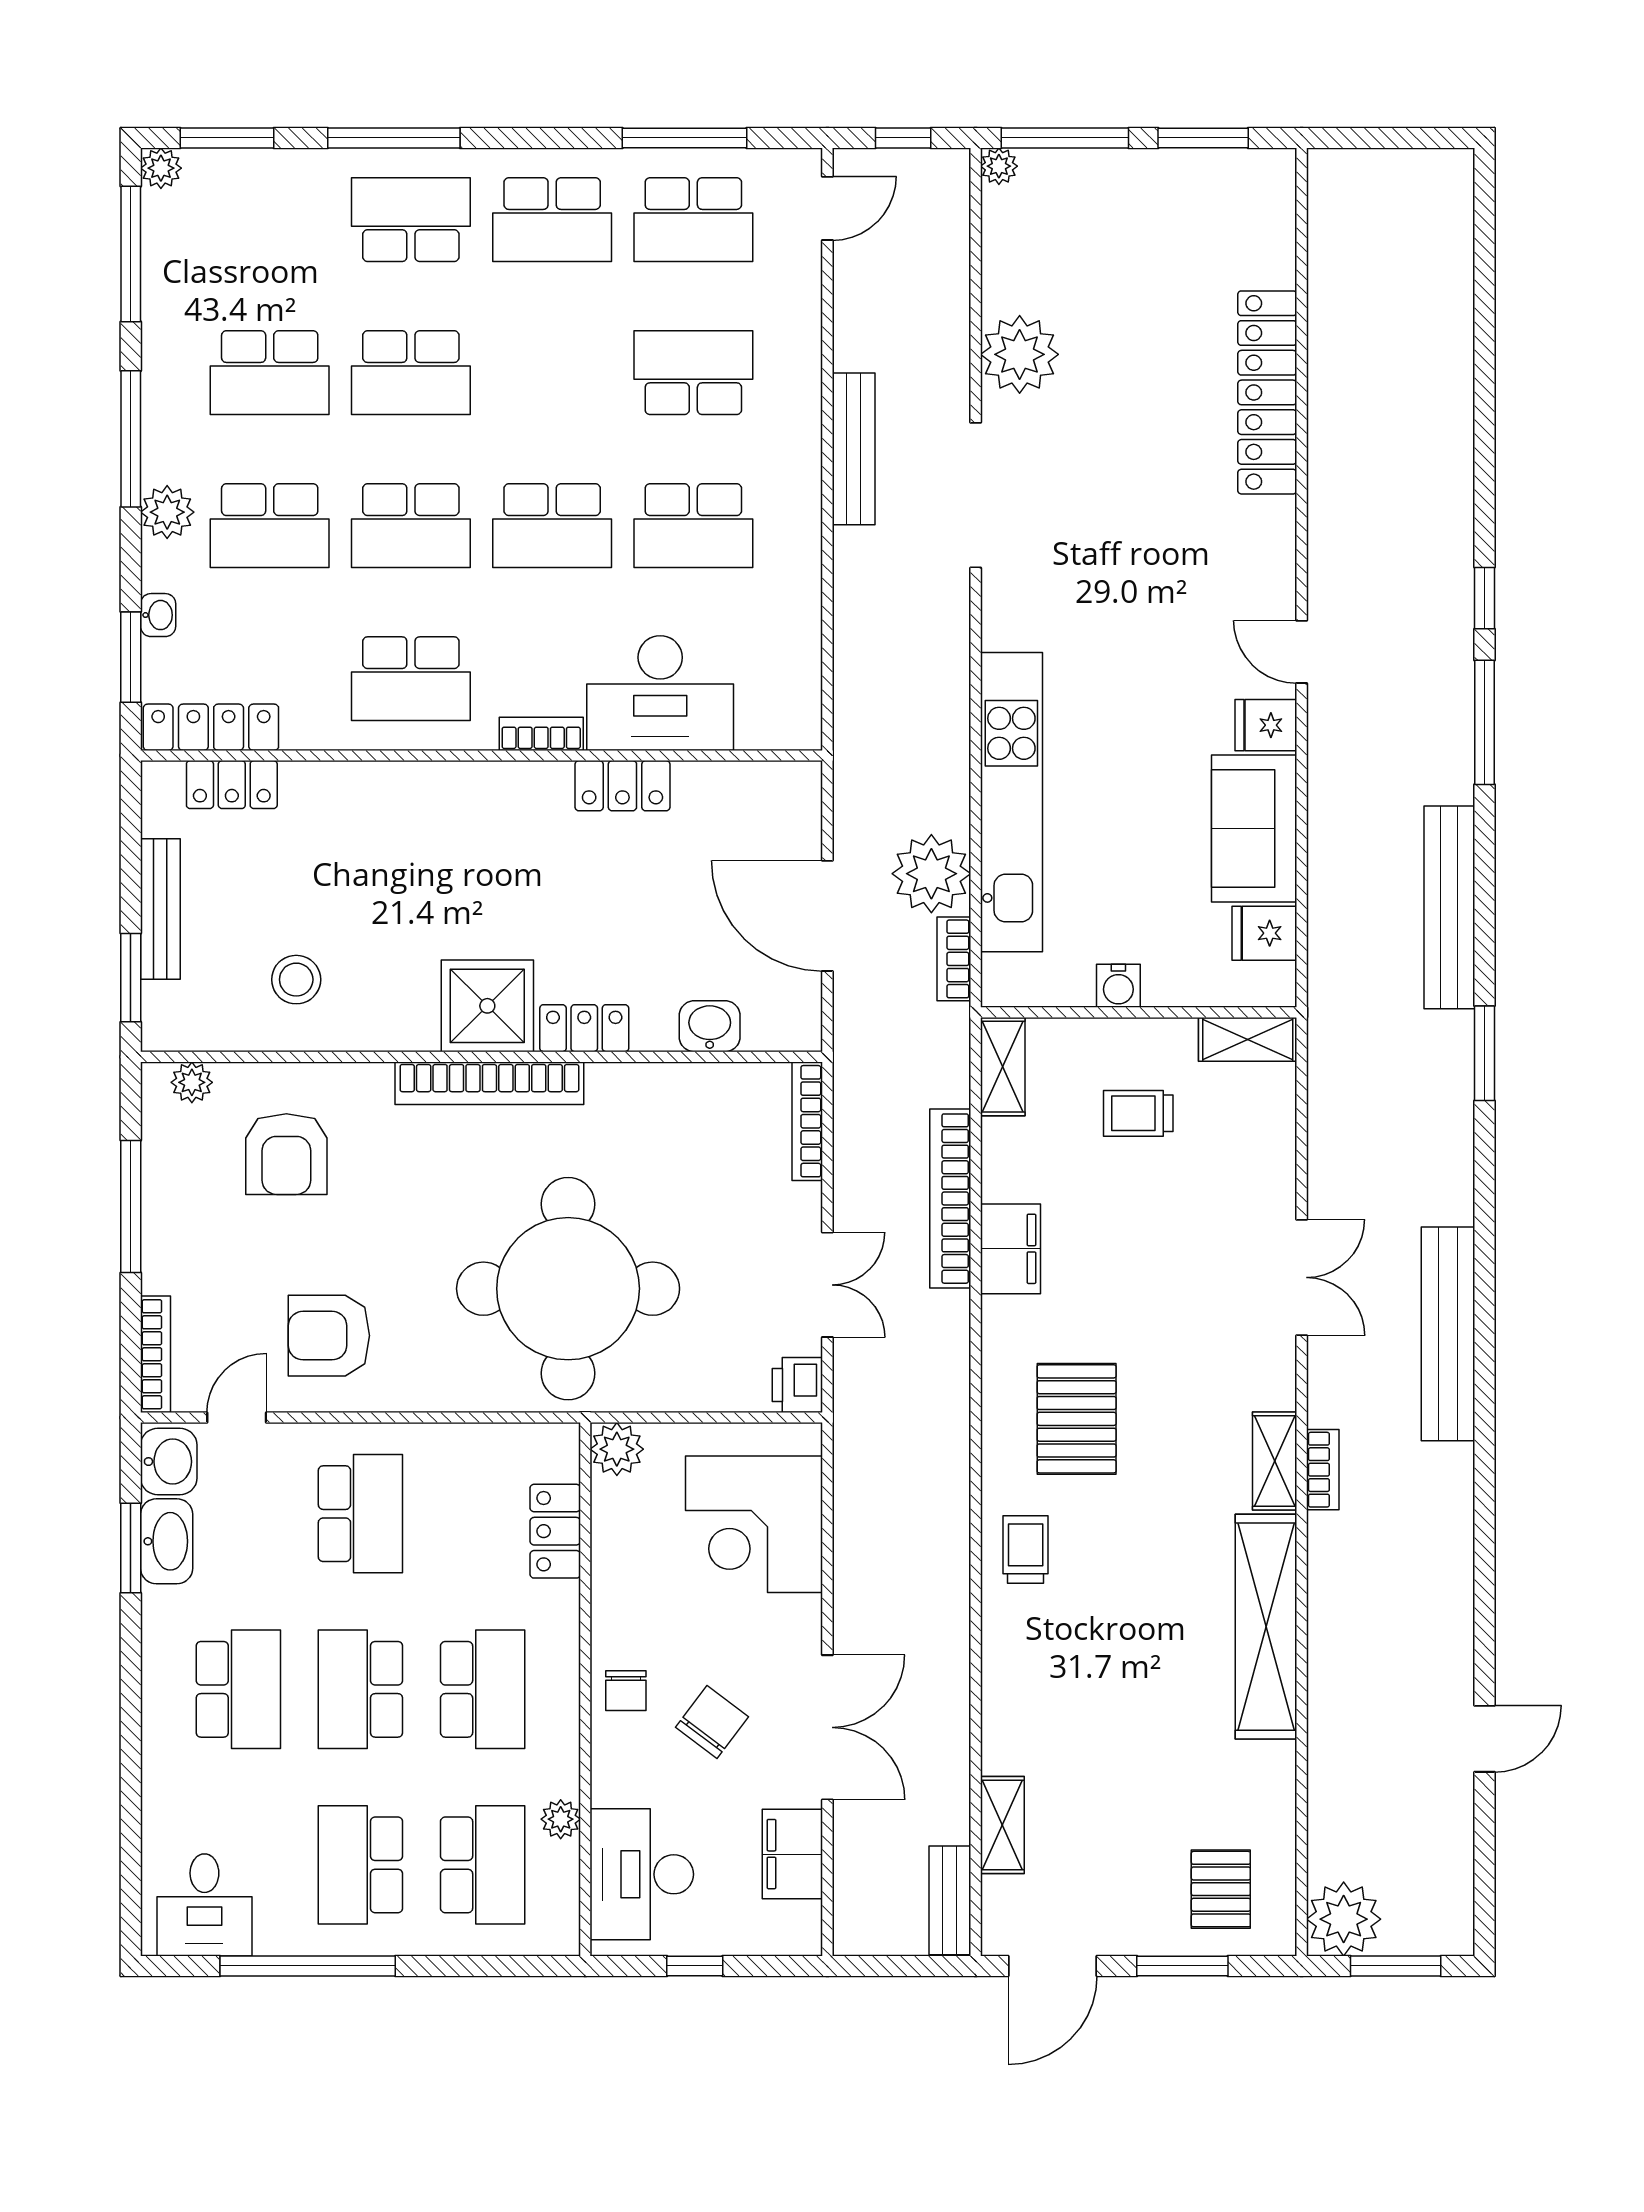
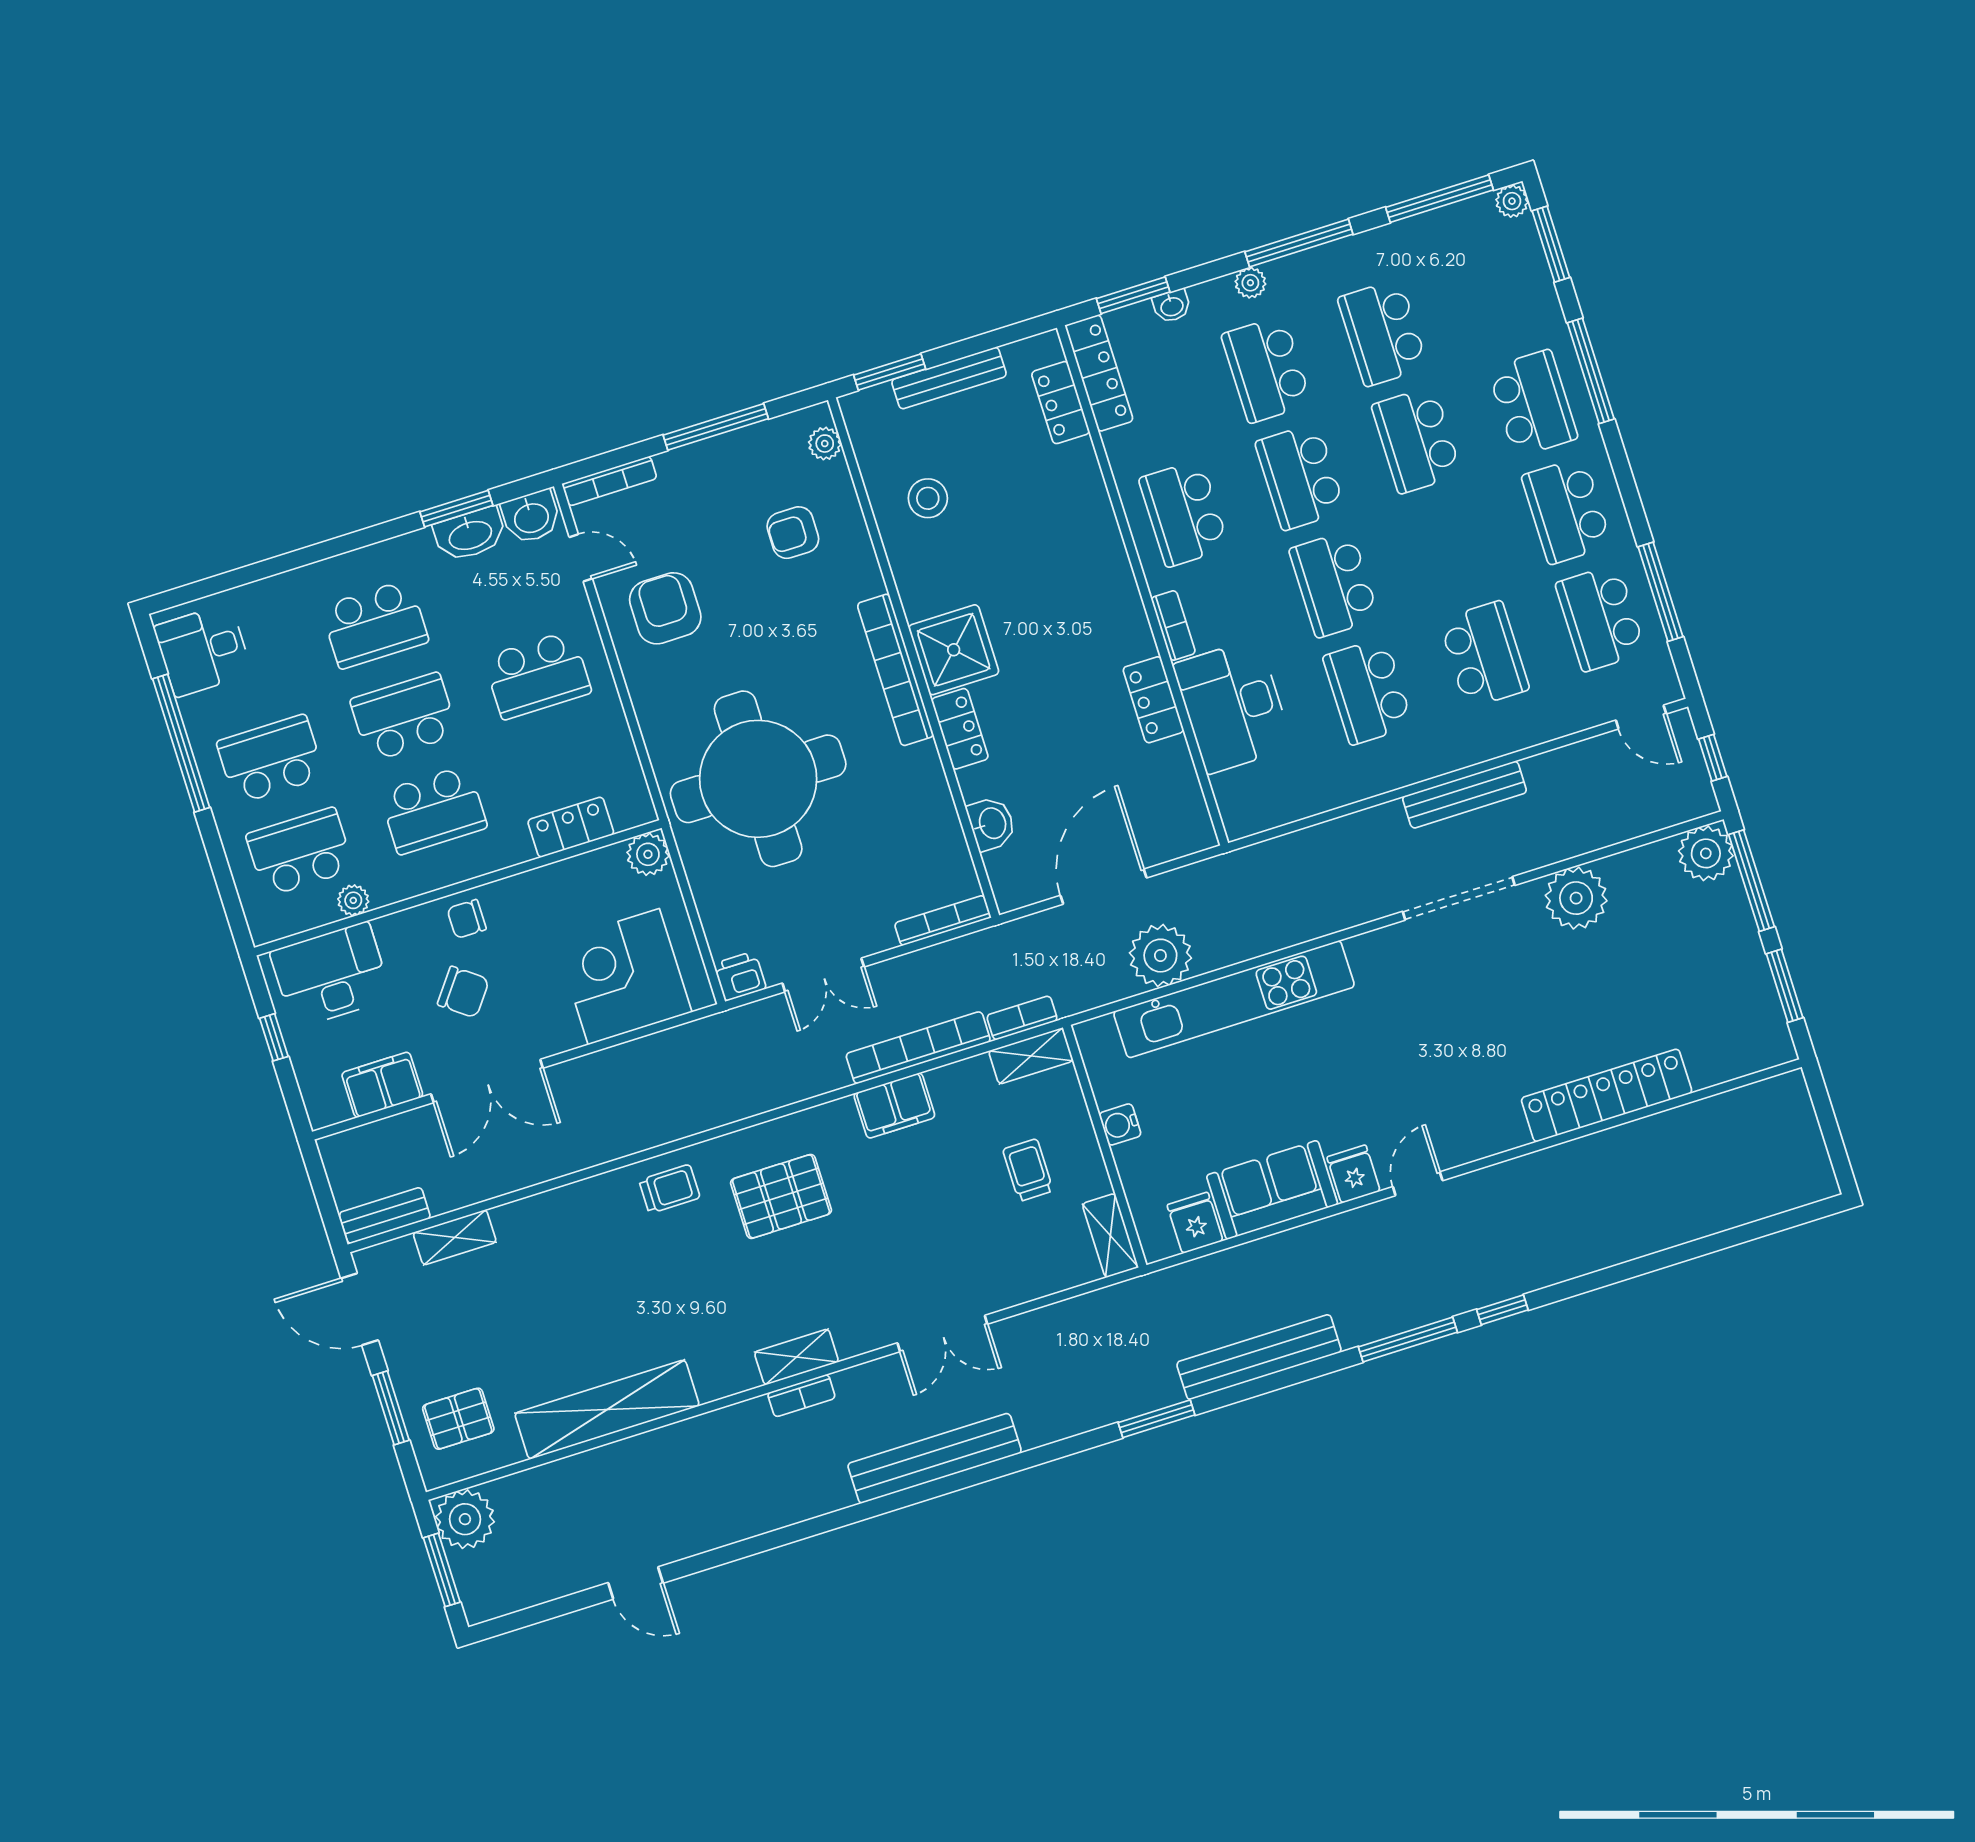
plant: (999, 166) -> (1706, 853), width x1.87, depth x1.87
plant: (167, 512) -> (1250, 283), width x0.73, depth x0.73
bookcase: (954, 959) -> (1022, 1018), moved
armchair: (286, 1154) -> (793, 533), width x0.72, depth x0.72
shelving: (1266, 1627) -> (607, 1410), moved
school desk: (483, 1865) -> (300, 852), turned 180

